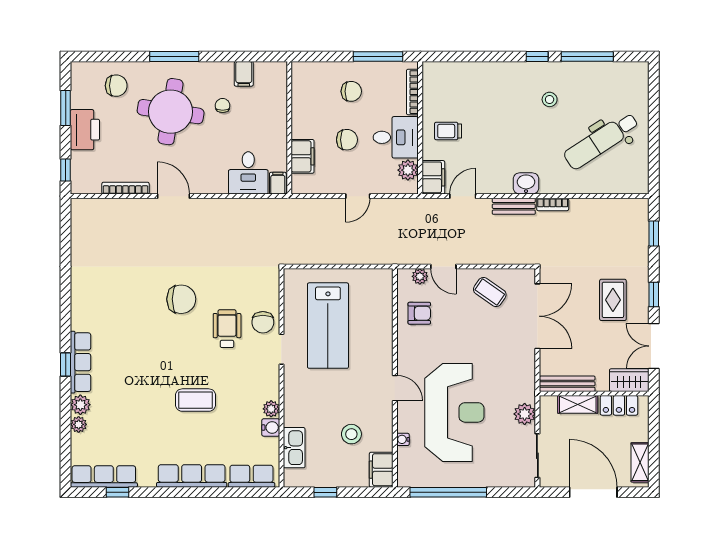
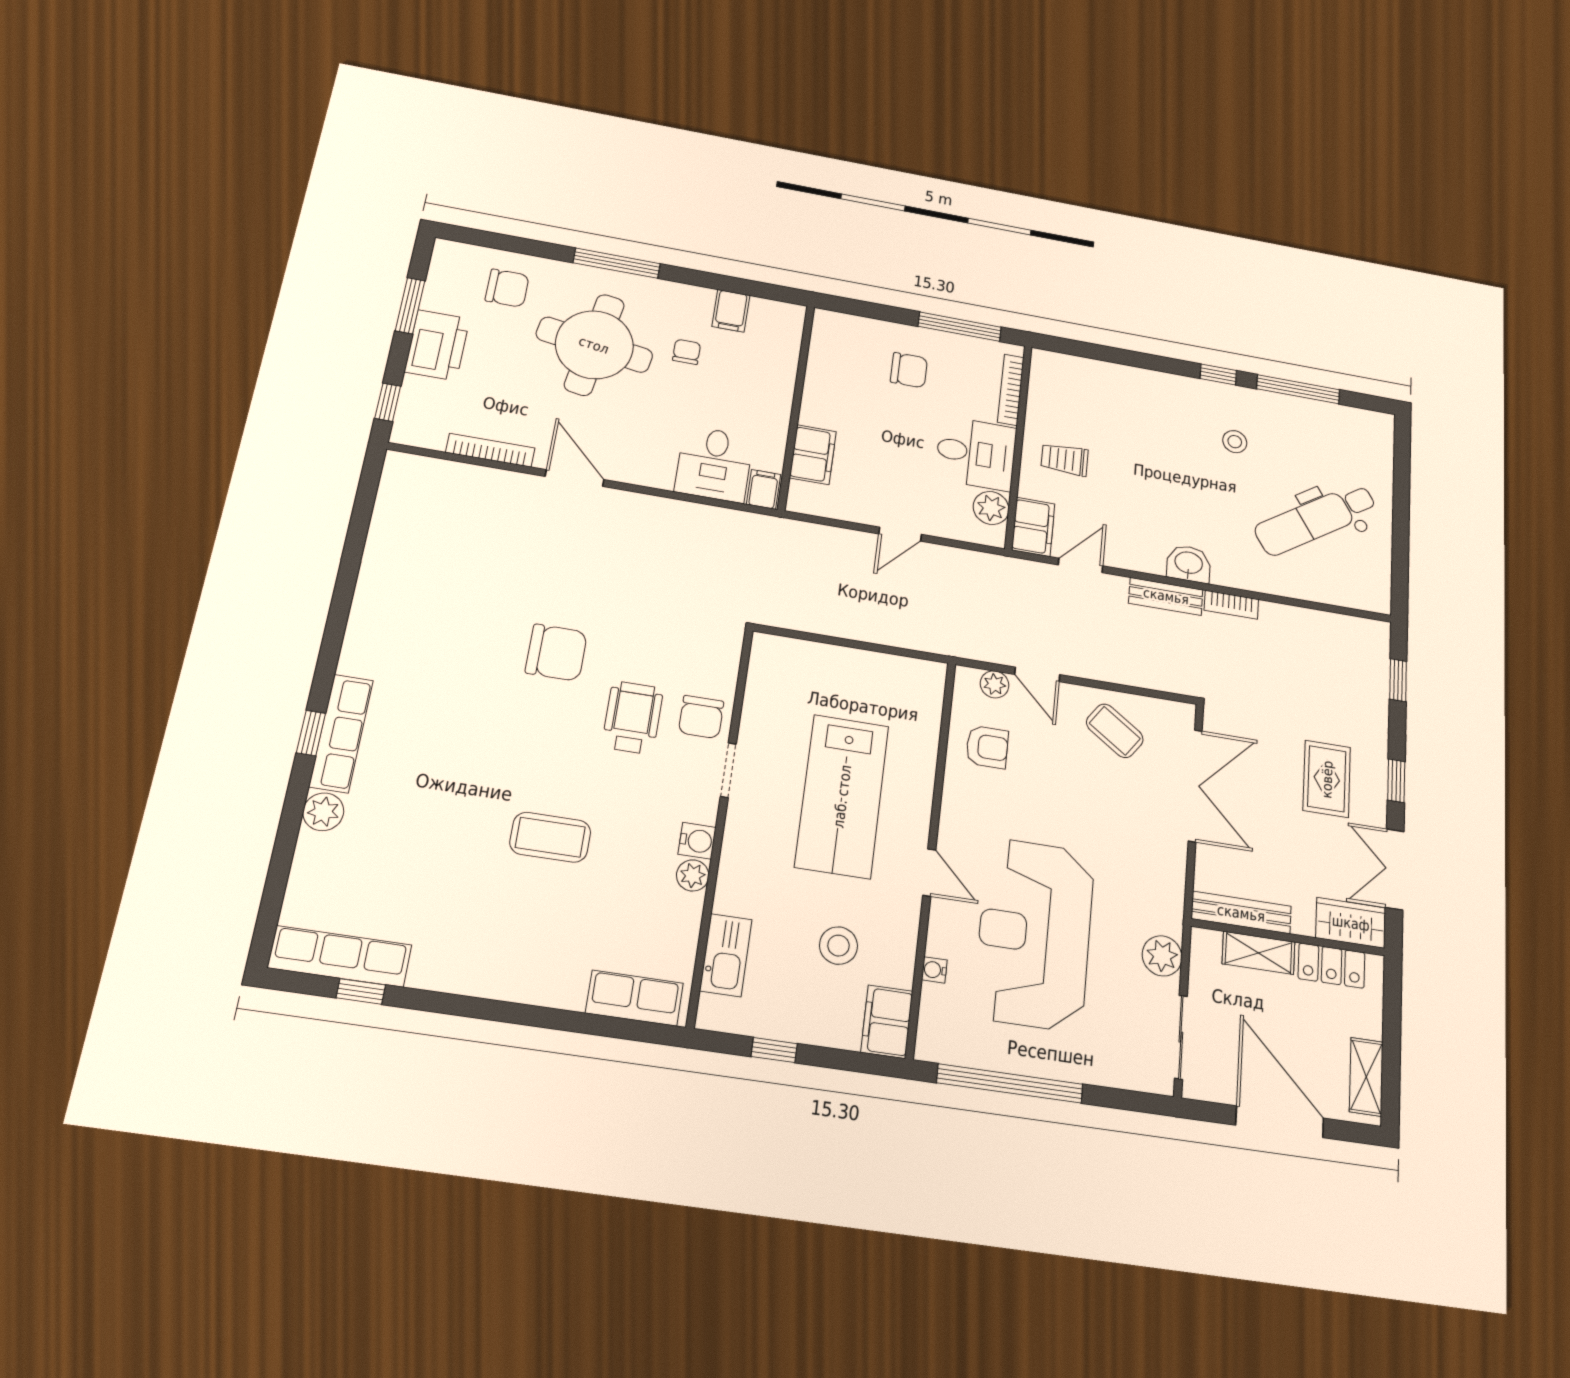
chair: (347, 140) -> (892, 442), removed
lab bench: (328, 326) -> (842, 796), moved
reception desk: (454, 412) -> (1034, 934), turned 180
plant: (79, 424) -> (311, 848), removed
water cooler: (271, 427) -> (697, 841), moved
row of seats: (192, 476) -> (516, 981), removed

